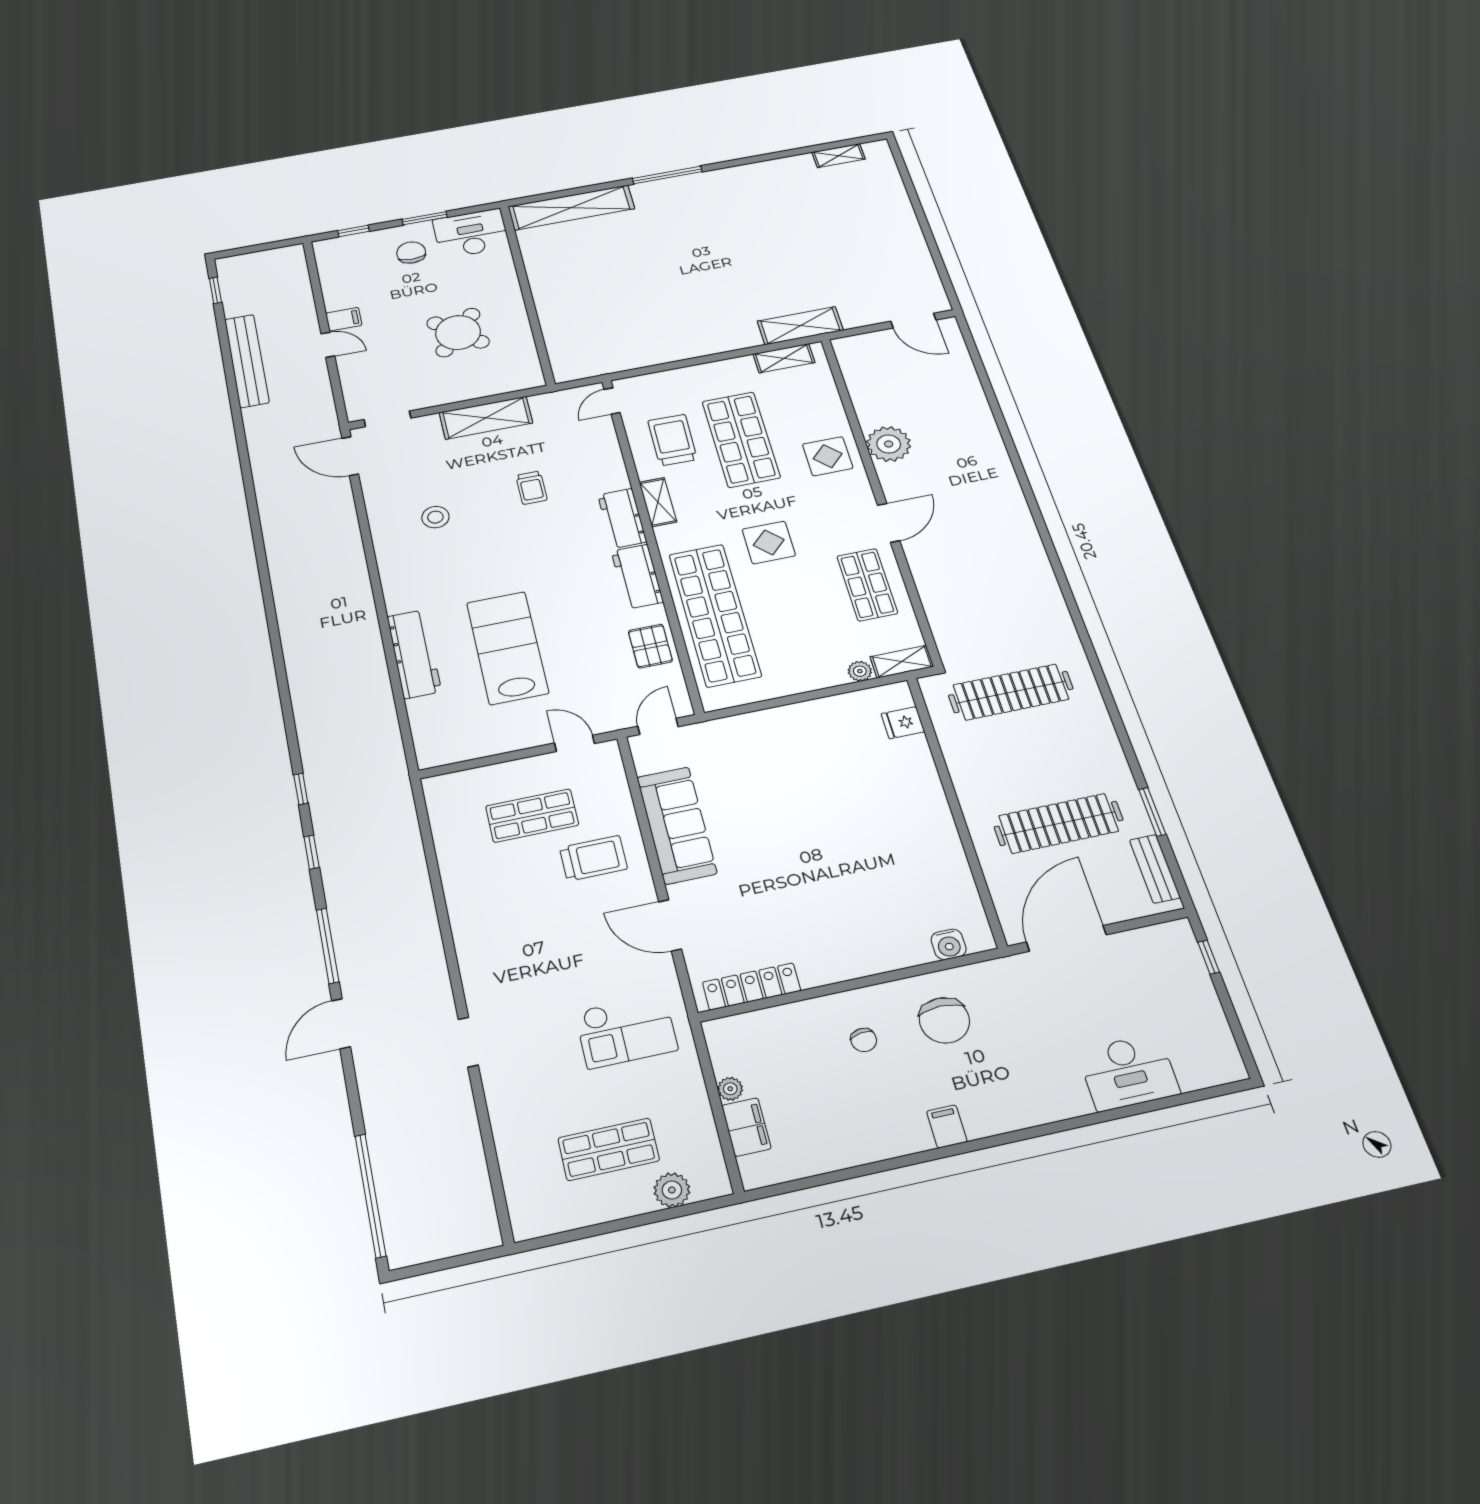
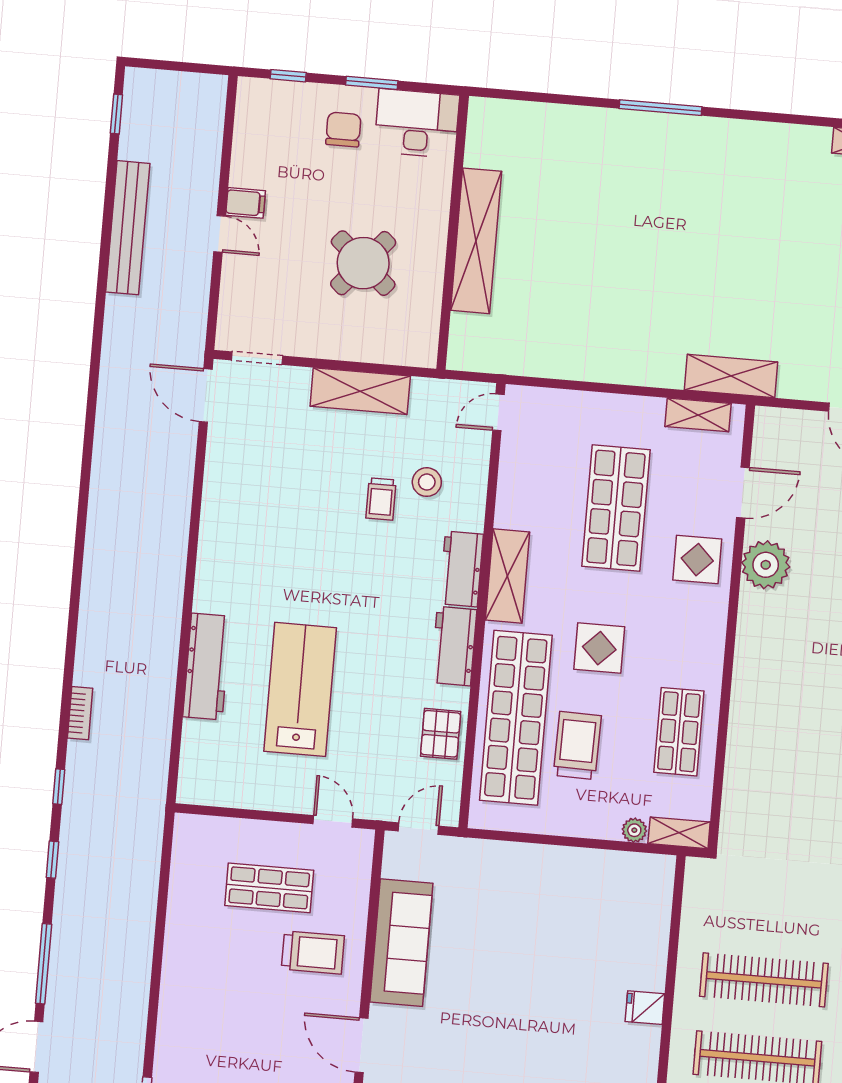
shelving: (571, 208) -> (476, 241), moved, turned 90
trolley: (672, 440) -> (577, 745), moved
shelving: (658, 502) -> (507, 576), width x1.50, depth x1.33
stool: (435, 517) -> (427, 482), moved
door: (889, 523) -> (743, 493), moved
clothes rail: (1011, 692) -> (764, 980), moved
bookcase: (305, 723) -> (80, 713), added
fridge: (903, 723) -> (645, 1008), moved

